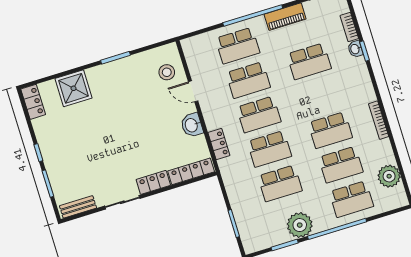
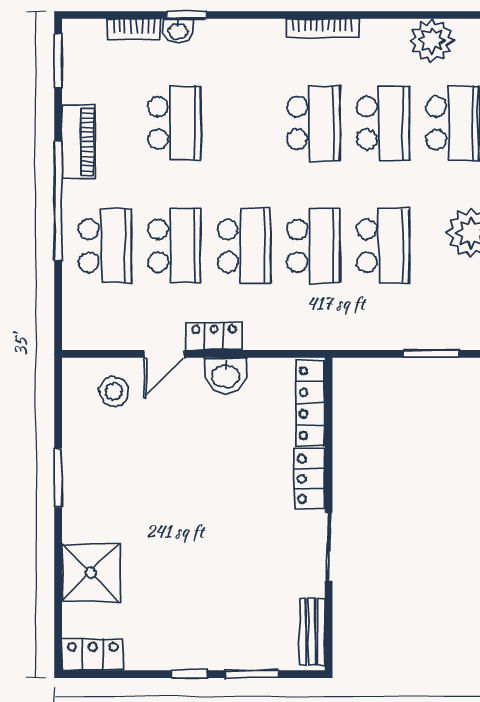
locker: (219, 144) -> (214, 336), moved

